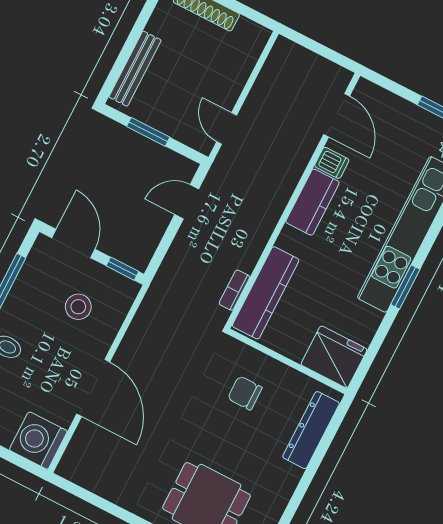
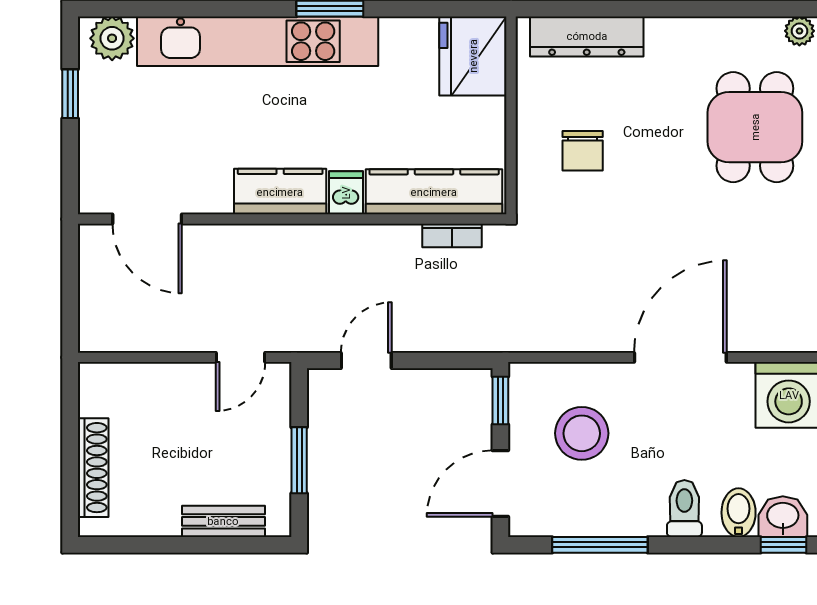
bench: (135, 69) -> (223, 521), width x0.73
door: (337, 115) -> (147, 219), swing flipped
dishwasher: (332, 163) -> (346, 193), moved
door: (187, 202) -> (366, 360), swing flipped
stool: (78, 307) -> (582, 433), width x1.38, depth x1.38

